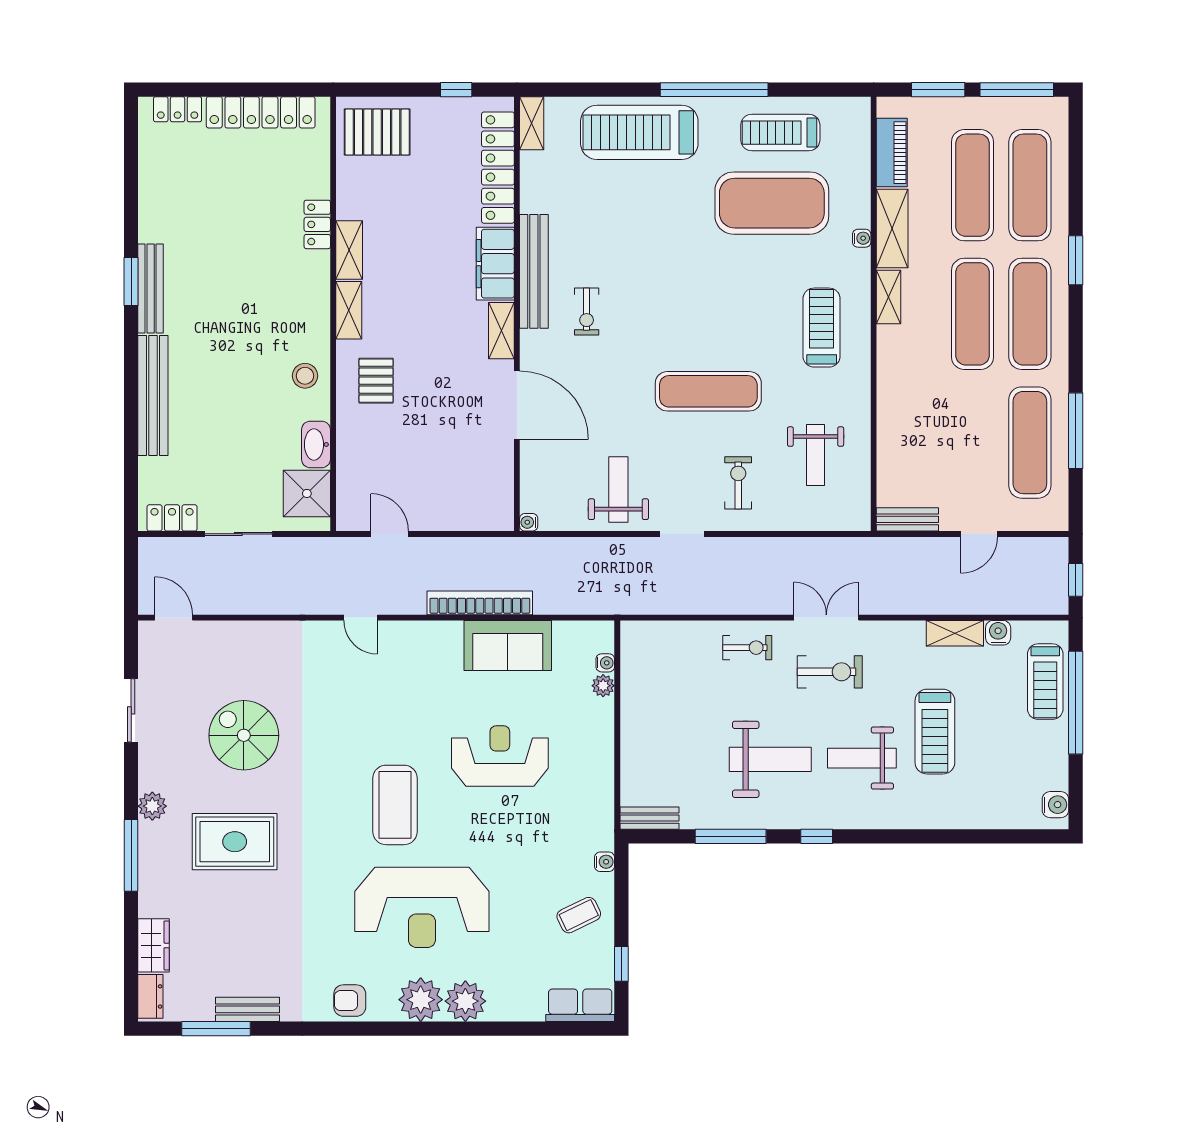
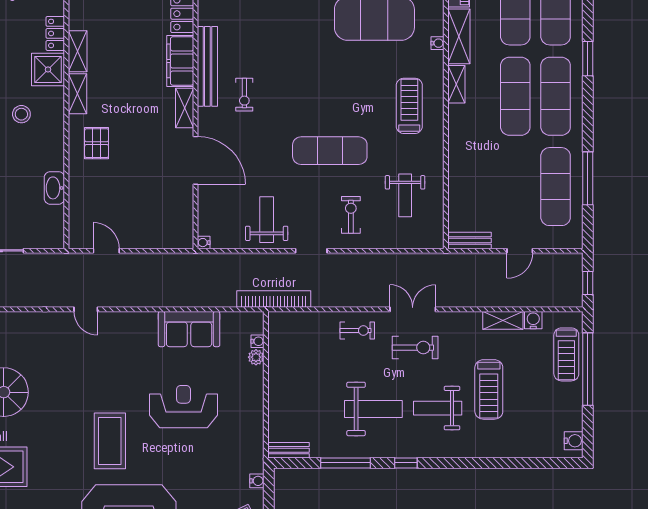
stool: (305, 376) -> (21, 114), moved
shower: (307, 493) -> (48, 69), moved
bookcase: (480, 603) -> (274, 299), moved

